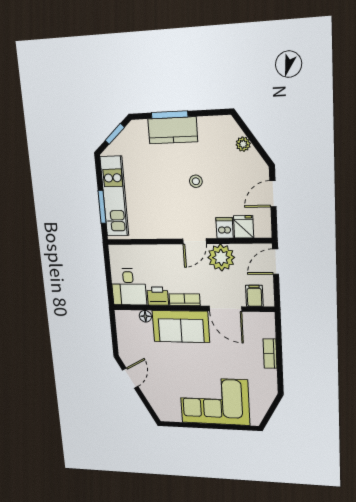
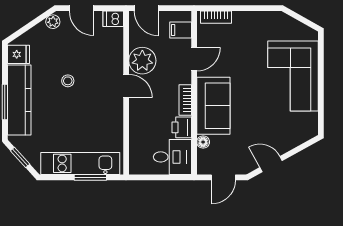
kitchen counter: (173, 130) -> (19, 100), width x1.50
plant: (243, 144) -> (53, 22), moved
fridge: (244, 227) -> (18, 54), moved, turned 180
dishwasher: (225, 228) -> (113, 19), moved
door: (225, 309) -> (194, 59), width x0.73
door: (114, 335) -> (223, 177), added
bookcase: (270, 354) -> (216, 17), moved

